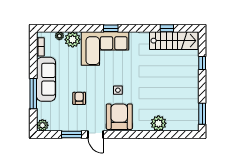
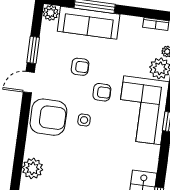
sofa: (46, 79) -> (89, 23), moved
armchair: (96, 80) -> (102, 92), added

